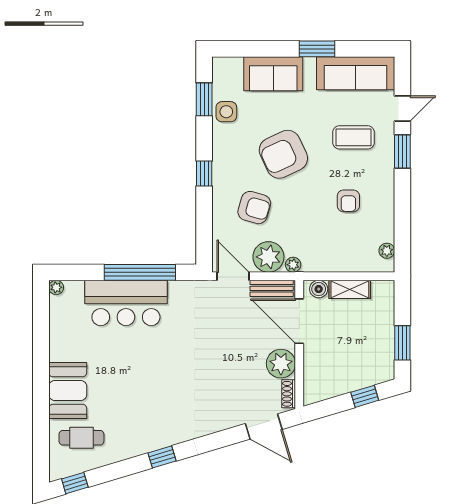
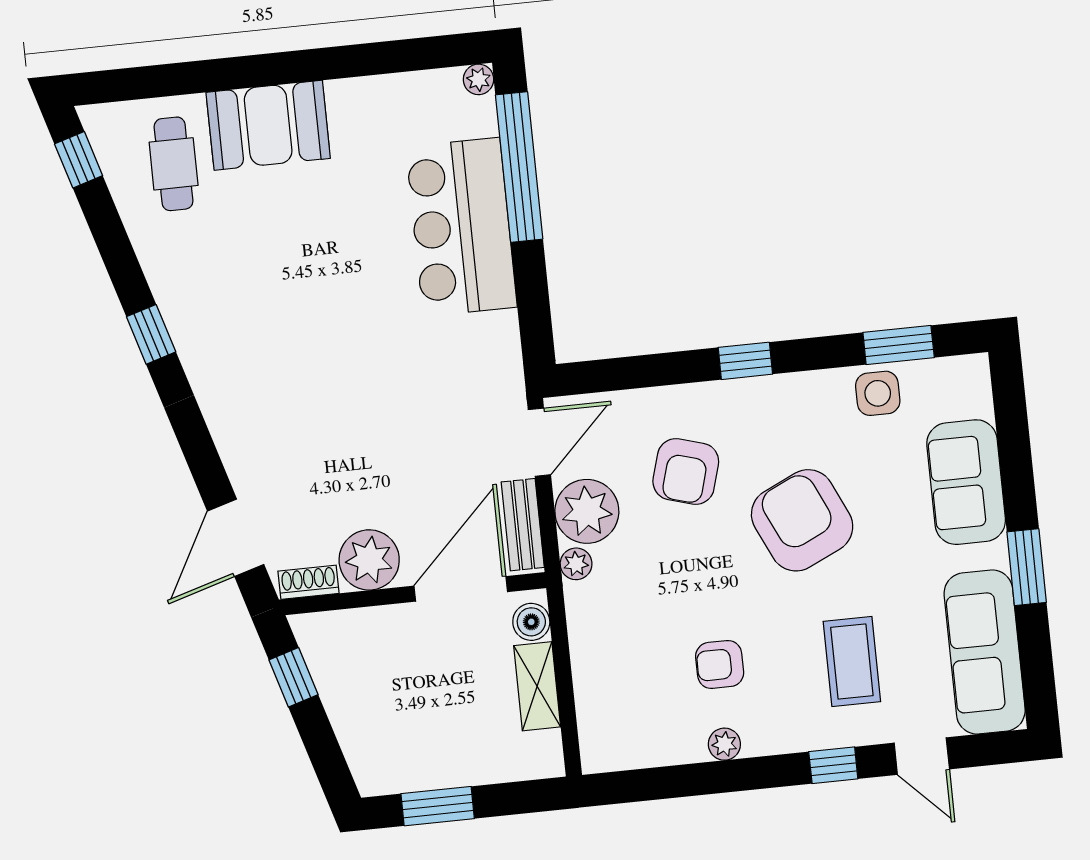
window: (402, 151) -> (833, 765), width x0.67
plant: (387, 251) -> (724, 744), moved
window: (140, 272) -> (519, 167), moved
window: (365, 396) -> (294, 677), moved

